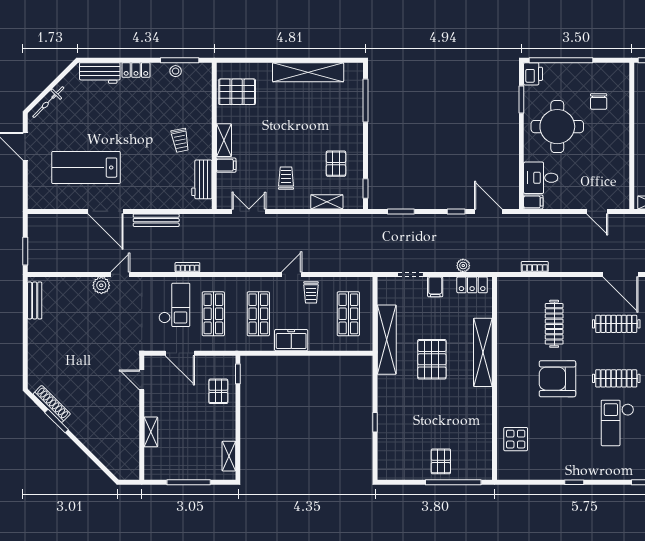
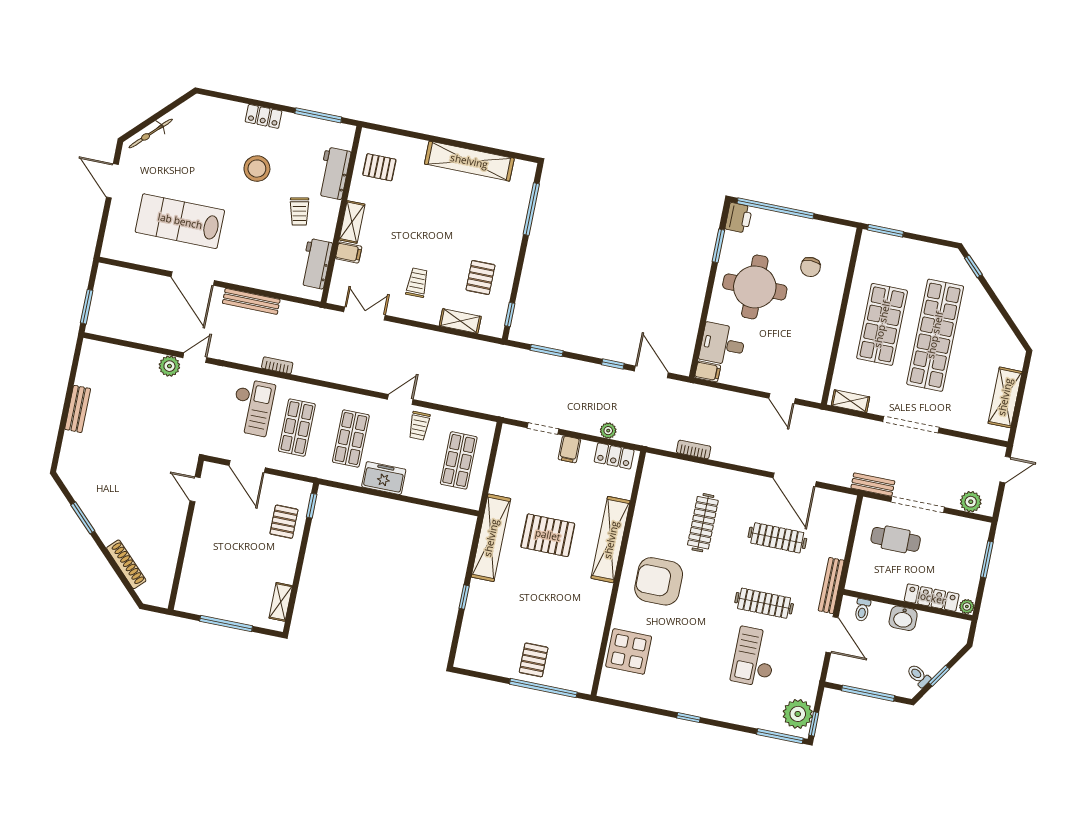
stool: (176, 71) -> (257, 169), moved, width x1.89, depth x1.89
workbench: (100, 73) -> (334, 173), moved, turned 90
pallet: (237, 92) -> (379, 167), width x0.67, depth x0.71
bench: (35, 300) -> (78, 409), moved
shelving: (387, 340) -> (491, 538), moved
pallet: (432, 359) -> (548, 535), turned 90
armchair: (557, 379) -> (659, 581), moved
shoe rack: (52, 404) -> (126, 564), moved
shelving: (151, 432) -> (193, 554), removed
display table: (516, 439) -> (629, 651), width x1.36, depth x1.36

